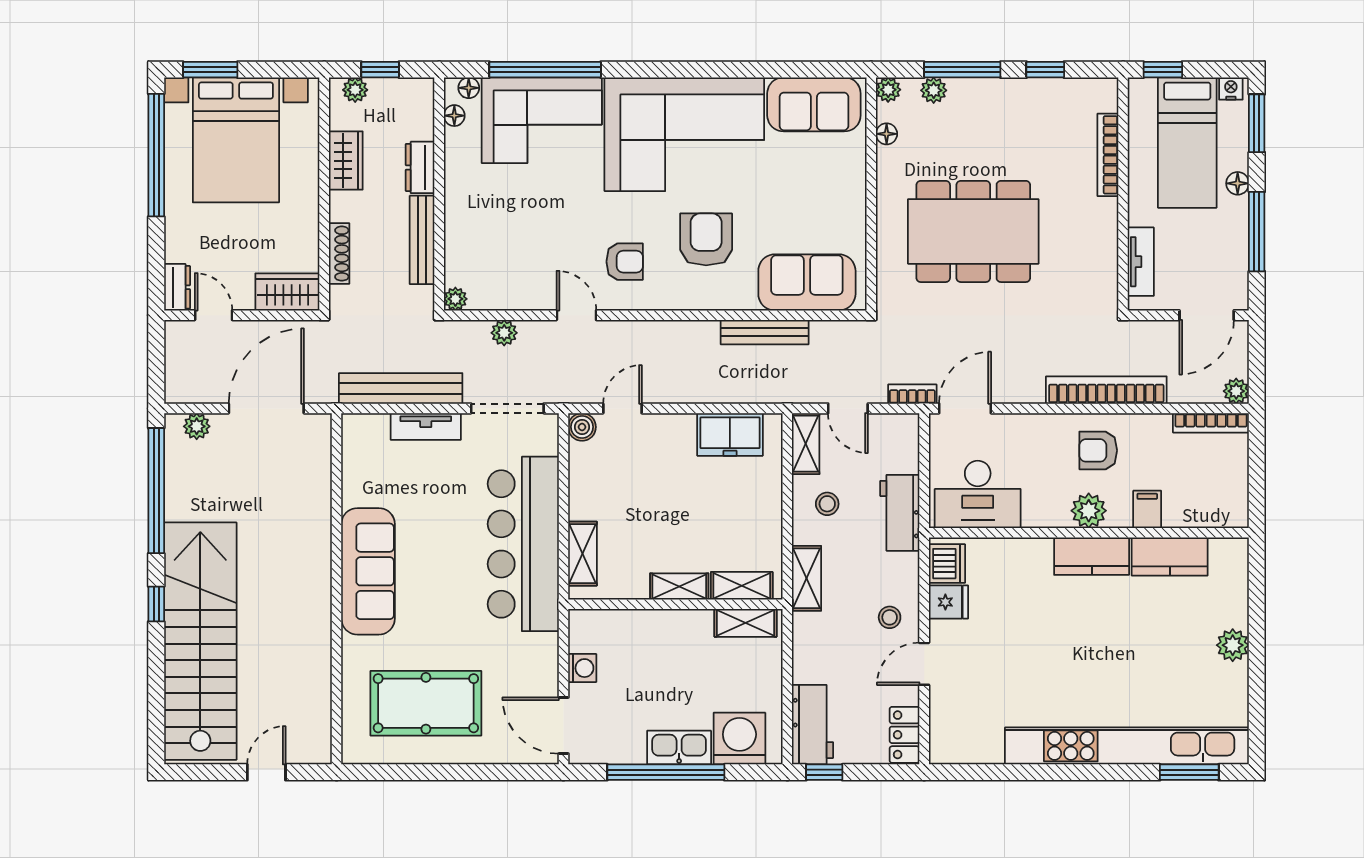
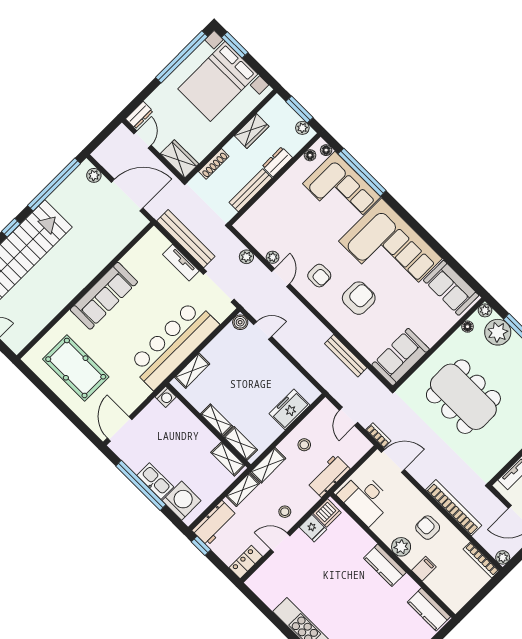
window: (380, 70) -> (299, 109), width x1.50
plant: (355, 90) -> (302, 128), moved
plant: (934, 90) -> (498, 332), width x1.87, depth x1.87
sofa: (807, 282) -> (401, 357), moved, turned -90
plant: (455, 299) -> (273, 257), moved
freezer: (730, 434) -> (289, 409), moved, turned 90
shelving: (806, 444) -> (243, 490), moved
kitchen counter: (1170, 556) -> (429, 609), moved
washing machine: (582, 668) -> (166, 397), moved

